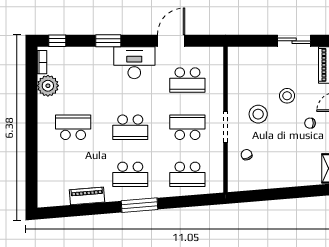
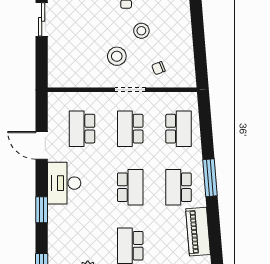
school desk: (187, 80) -> (82, 129), turned 180
stool: (287, 96) -> (141, 31), moved
school desk: (130, 174) -> (178, 187), turned 180
piano: (87, 196) -> (198, 232), width x1.37, depth x1.33

